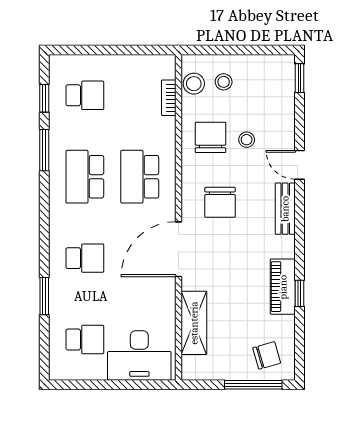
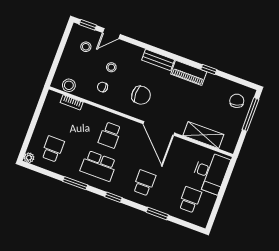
plant: (57, 63) -> (29, 158), added
stool: (224, 82) -> (86, 47), moved
window: (44, 98) -> (113, 197), moved
chair: (210, 137) -> (103, 87), width x0.54, depth x0.54
door: (299, 165) -> (111, 33), moved
school desk: (140, 177) -> (110, 135), width x0.54
piano: (283, 287) -> (189, 73), moved

